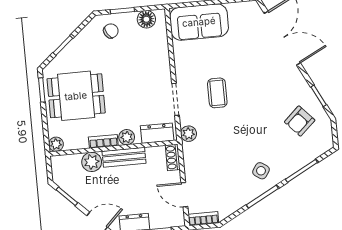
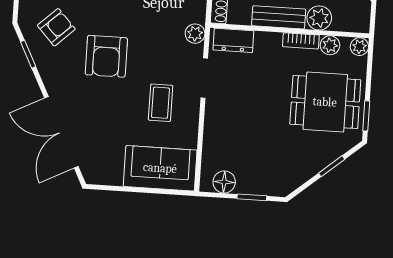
chair: (111, 31) -> (270, 175), removed
coffee table: (217, 93) -> (161, 103), moved
armchair: (256, 104) -> (106, 56), added
plant: (127, 137) -> (330, 45), moved

